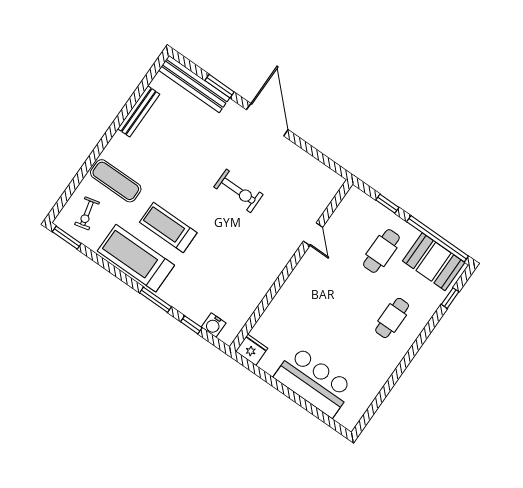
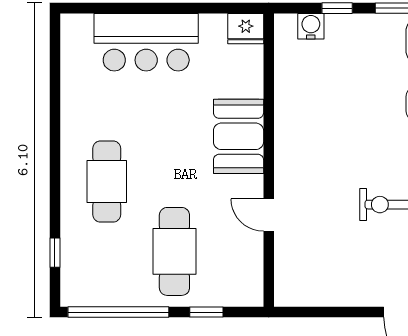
cafe table: (381, 251) -> (174, 251), width x1.37, depth x1.35
booth: (434, 262) -> (239, 136), moved, turned 90
cafe table: (392, 318) -> (107, 182), width x1.37, depth x1.35

